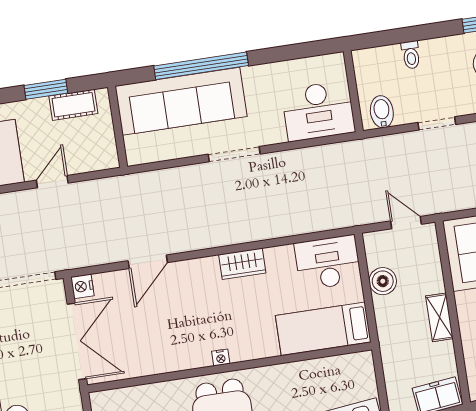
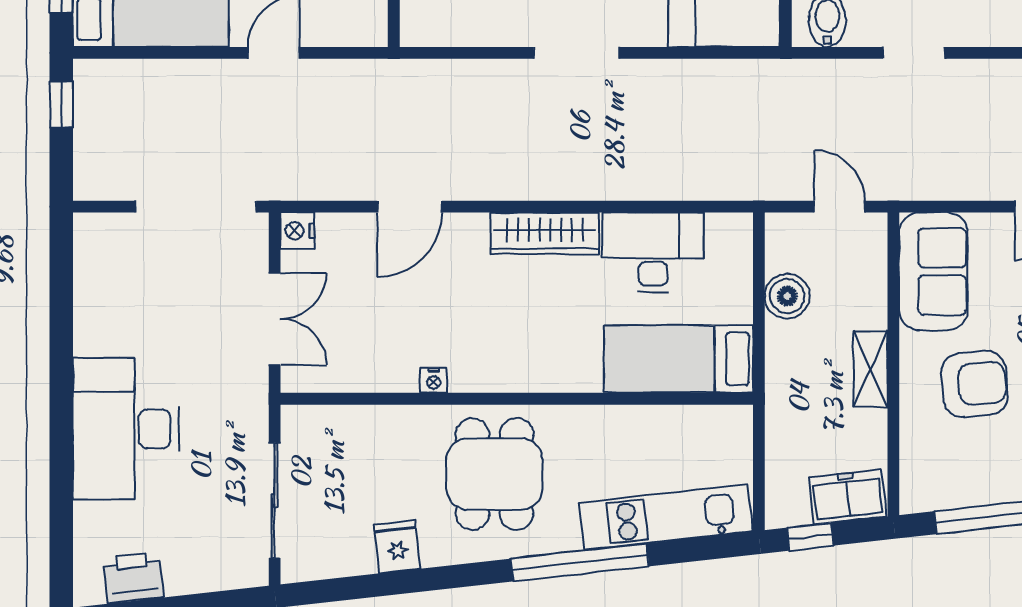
desk: (328, 262) -> (653, 252), moved
wardrobe: (242, 264) -> (545, 233), width x1.50
double door: (77, 341) -> (275, 319), width x0.73
nightstand: (221, 358) -> (434, 380), moved

